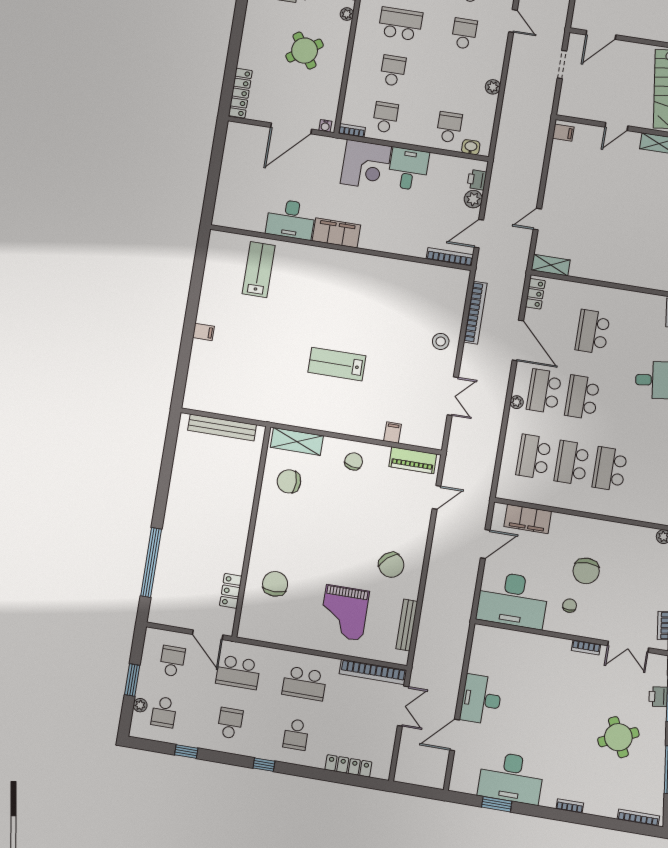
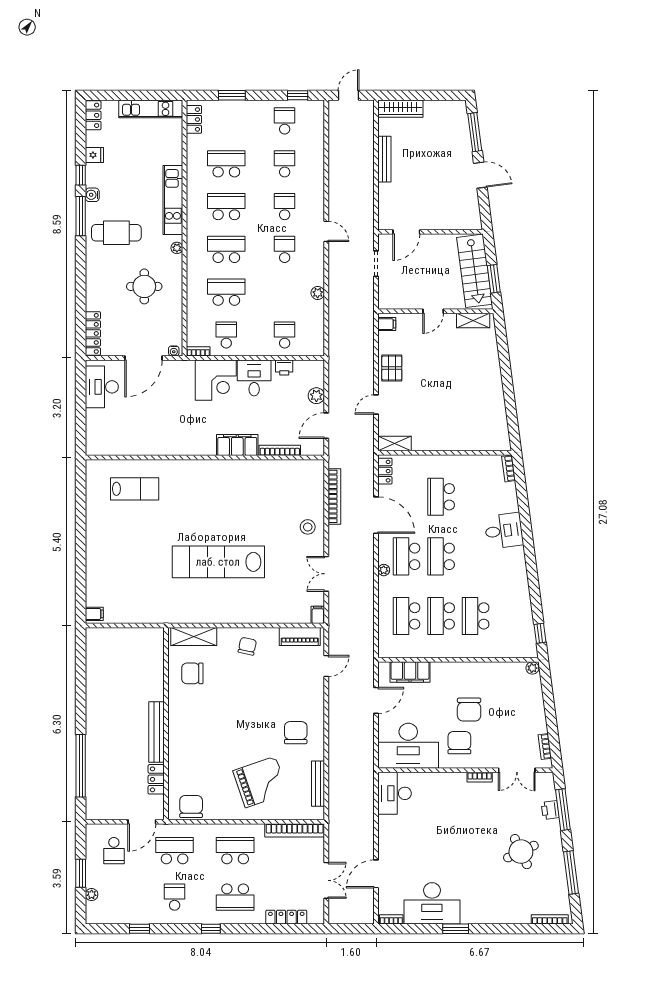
round table: (305, 51) -> (144, 286), turned 34
school desk: (393, 71) -> (226, 292), width x1.85
washbasin: (471, 147) -> (307, 350), removed
printer: (477, 180) -> (284, 367), moved, turned -90
pallet: (561, 182) -> (392, 368), added
desk: (291, 219) -> (102, 387), moved, turned 90
filing cabinet: (336, 233) -> (237, 445), moved
bookcase: (450, 257) -> (280, 450), moved
lab bench: (259, 270) -> (135, 489), turned 90
filing cabinet: (203, 332) -> (94, 614), moved
lab bench: (337, 364) -> (218, 562), width x1.86, depth x1.39
double door: (453, 396) -> (326, 574), swing flipped
bench: (222, 428) -> (157, 732), moved, turned 90
filing cabinet: (393, 433) -> (318, 615), moved
chair: (391, 565) -> (296, 733), turned -140
chair: (275, 584) -> (191, 807), moved
chair: (570, 606) -> (459, 743), width x1.87, depth x1.87
grand piano: (344, 613) -> (260, 782), turned -109
door: (208, 635) -> (142, 822), hinge flipped
school desk: (172, 661) -> (114, 851), turned 180
school desk: (238, 672) -> (175, 851), turned 180
school desk: (304, 683) -> (235, 851), turned 180
desk: (481, 699) -> (395, 793), moved
double door: (403, 706) -> (326, 880), moved
school desk: (164, 712) -> (114, 897), removed
school desk: (296, 734) -> (235, 897), width x1.85
window: (497, 804) -> (456, 929), moved
bookcase: (570, 806) -> (391, 919), moved

